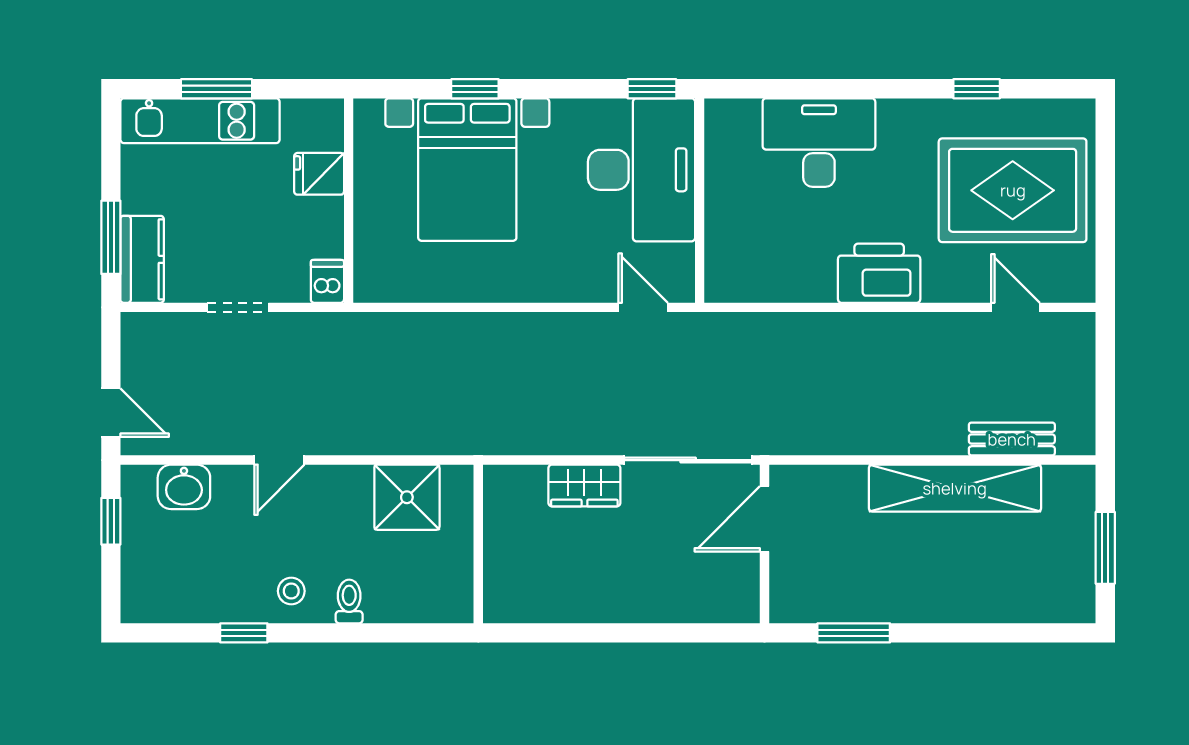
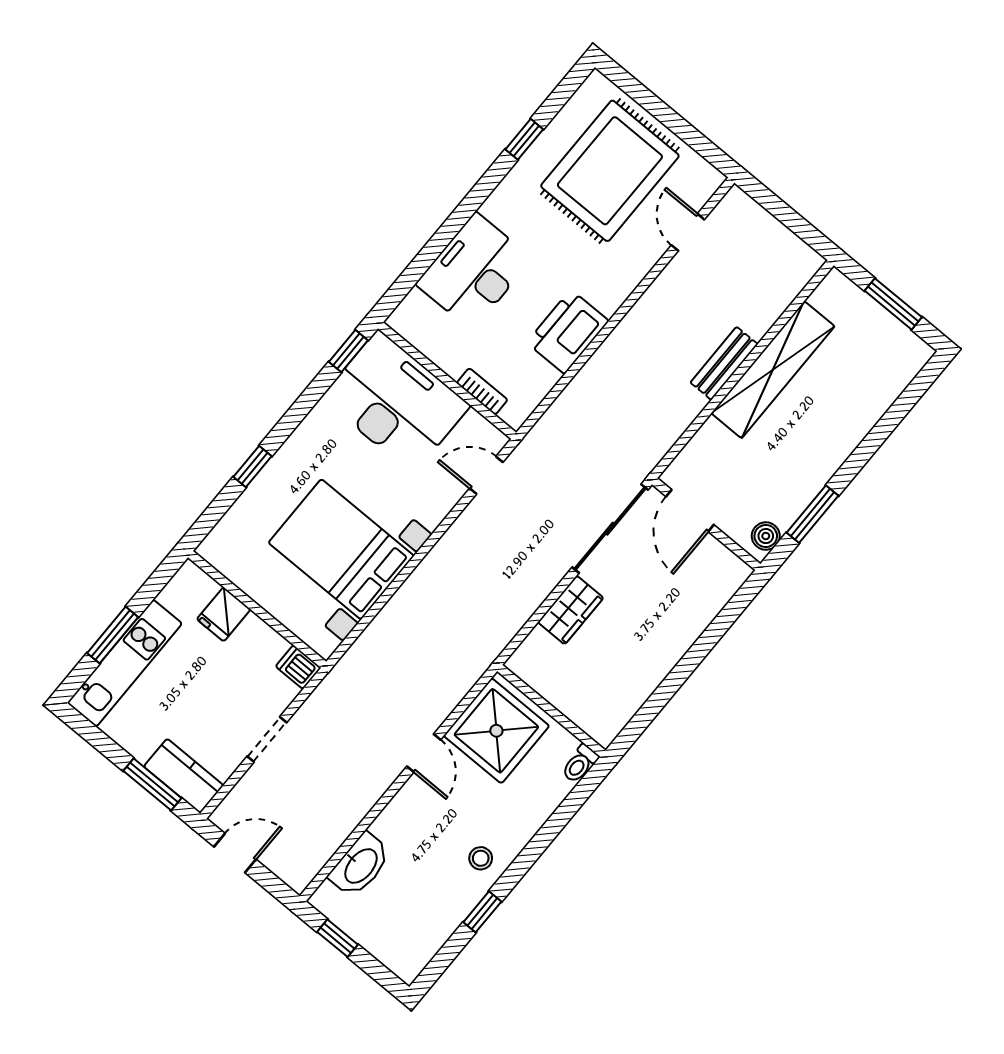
bed with nightstands: (467, 170) -> (341, 549), moved, turned 180
bookcase: (716, 240) -> (482, 391), added
printer: (879, 273) -> (568, 332), moved
door: (1016, 307) -> (688, 232), hinge flipped
door: (111, 413) -> (235, 853), moved
bench: (1012, 439) -> (724, 363), moved
door: (279, 460) -> (424, 753), moved
washbasin: (184, 487) -> (360, 865), width x1.38
shower: (407, 497) -> (496, 731), width x1.37, depth x1.37
toilet: (349, 601) -> (580, 764), moved, turned -90
boiler: (799, 607) -> (766, 536), added

